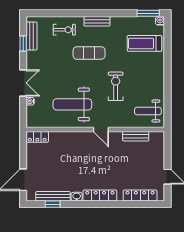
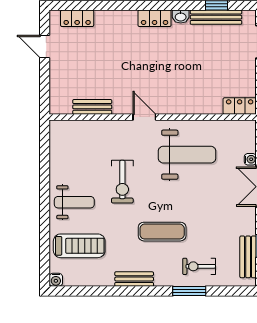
window: (148, 13) -> (189, 291), moved
bench: (97, 21) -> (134, 279), moved
weight bench: (148, 111) -> (74, 202), moved
locker: (100, 195) -> (155, 18), width x0.66
locker: (140, 195) -> (77, 18), width x0.66

